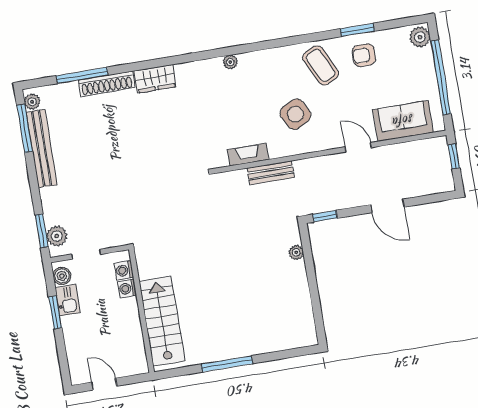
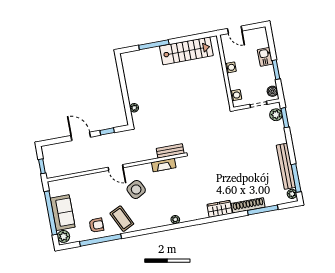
window: (357, 30) -> (101, 240), width x2.11
sofa: (403, 121) -> (63, 213), moved, turned -90
door: (358, 147) -> (116, 168), moved
bench: (271, 173) -> (170, 151), moved
window: (325, 216) -> (107, 131), moved
washing machine: (127, 288) -> (231, 67), moved
kitchen sink: (68, 300) -> (265, 57), moved
stairs: (162, 321) -> (186, 51), moved, turned -90
window: (227, 364) -> (154, 45), moved
door: (104, 384) -> (235, 30), moved

